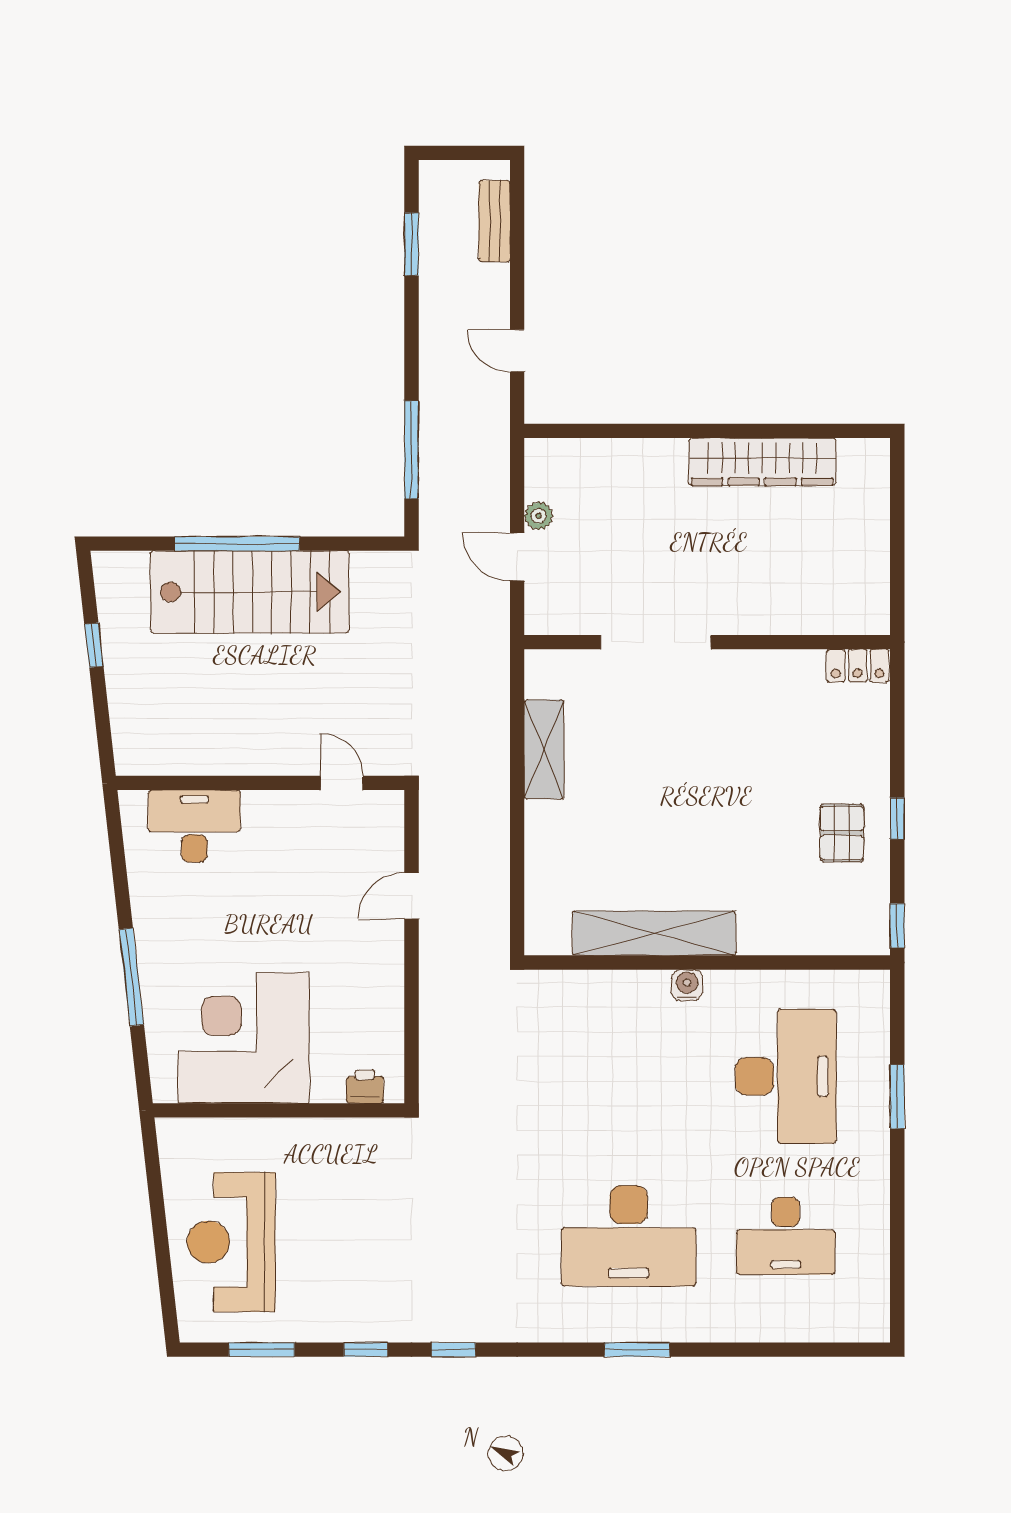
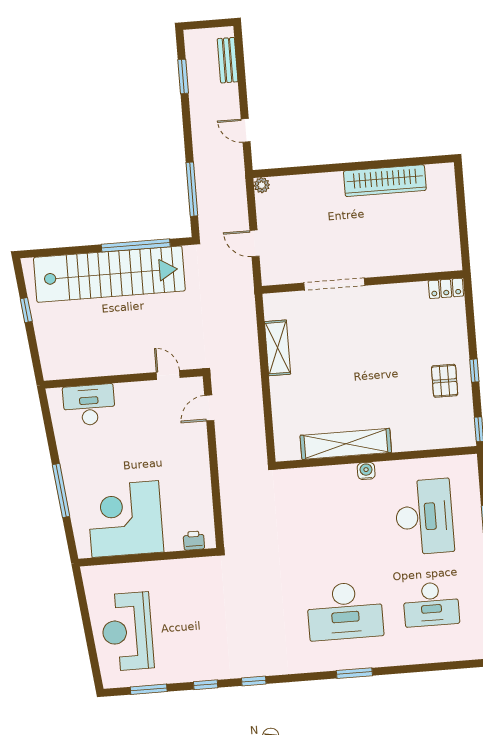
plant: (539, 516) -> (262, 185), moved
window: (237, 544) -> (136, 245), moved
stairs: (250, 592) -> (109, 274), width x1.36
door: (411, 896) -> (209, 408), moved

